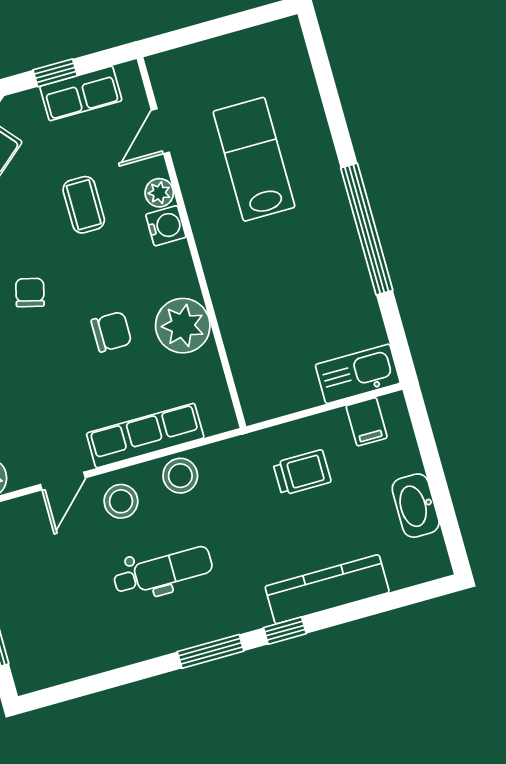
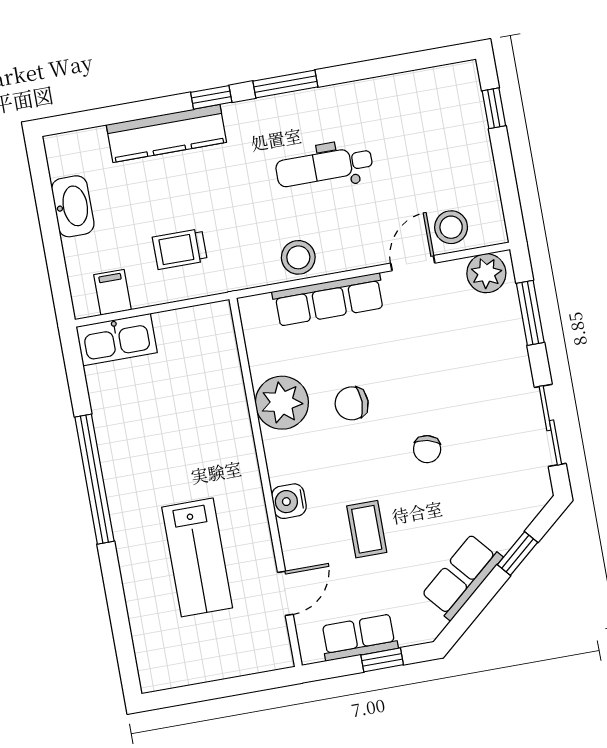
plant: (159, 193) -> (292, 534), removed
stool: (121, 501) -> (451, 227), moved

